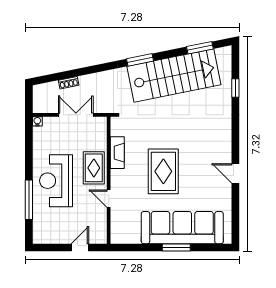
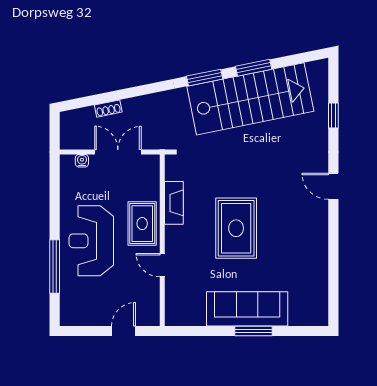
window: (200, 48) -> (254, 68), moved
water cooler: (37, 121) -> (82, 161), moved
door: (235, 173) -> (333, 186), moved
sofa: (182, 228) -> (247, 309), width x0.74, depth x0.79

